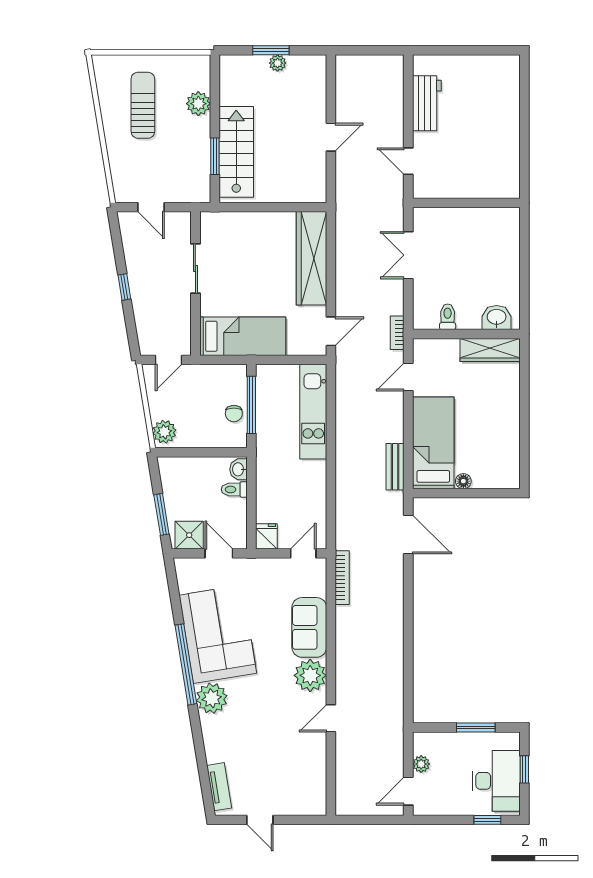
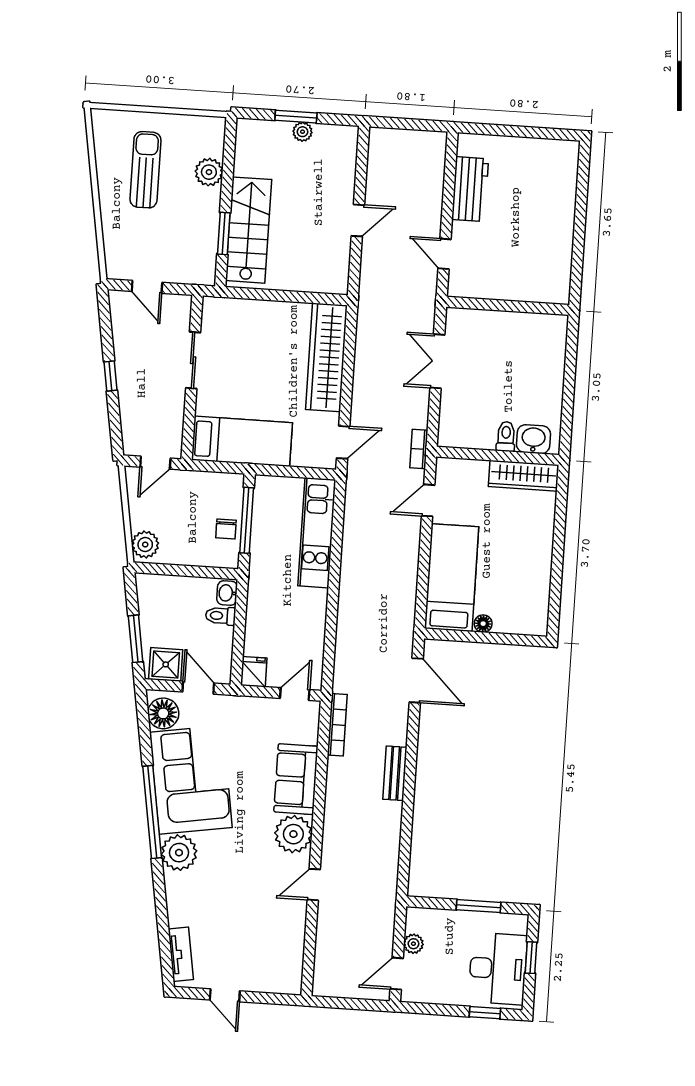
toilet: (448, 317) -> (506, 436), moved
bench: (395, 467) -> (395, 773), moved
floor lamp: (190, 578) -> (163, 713), added

